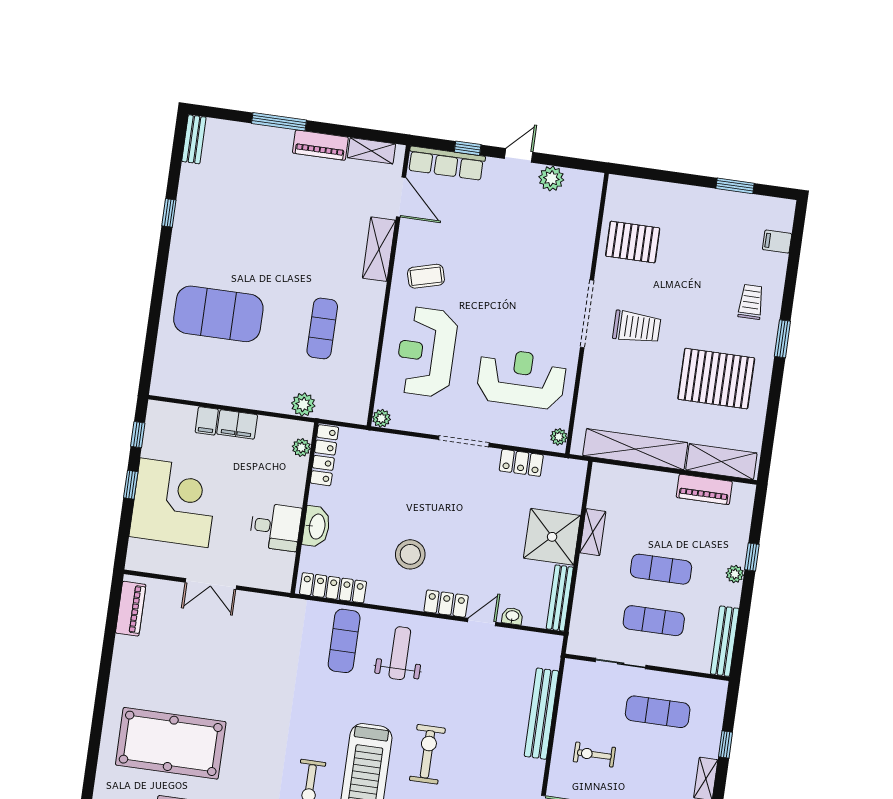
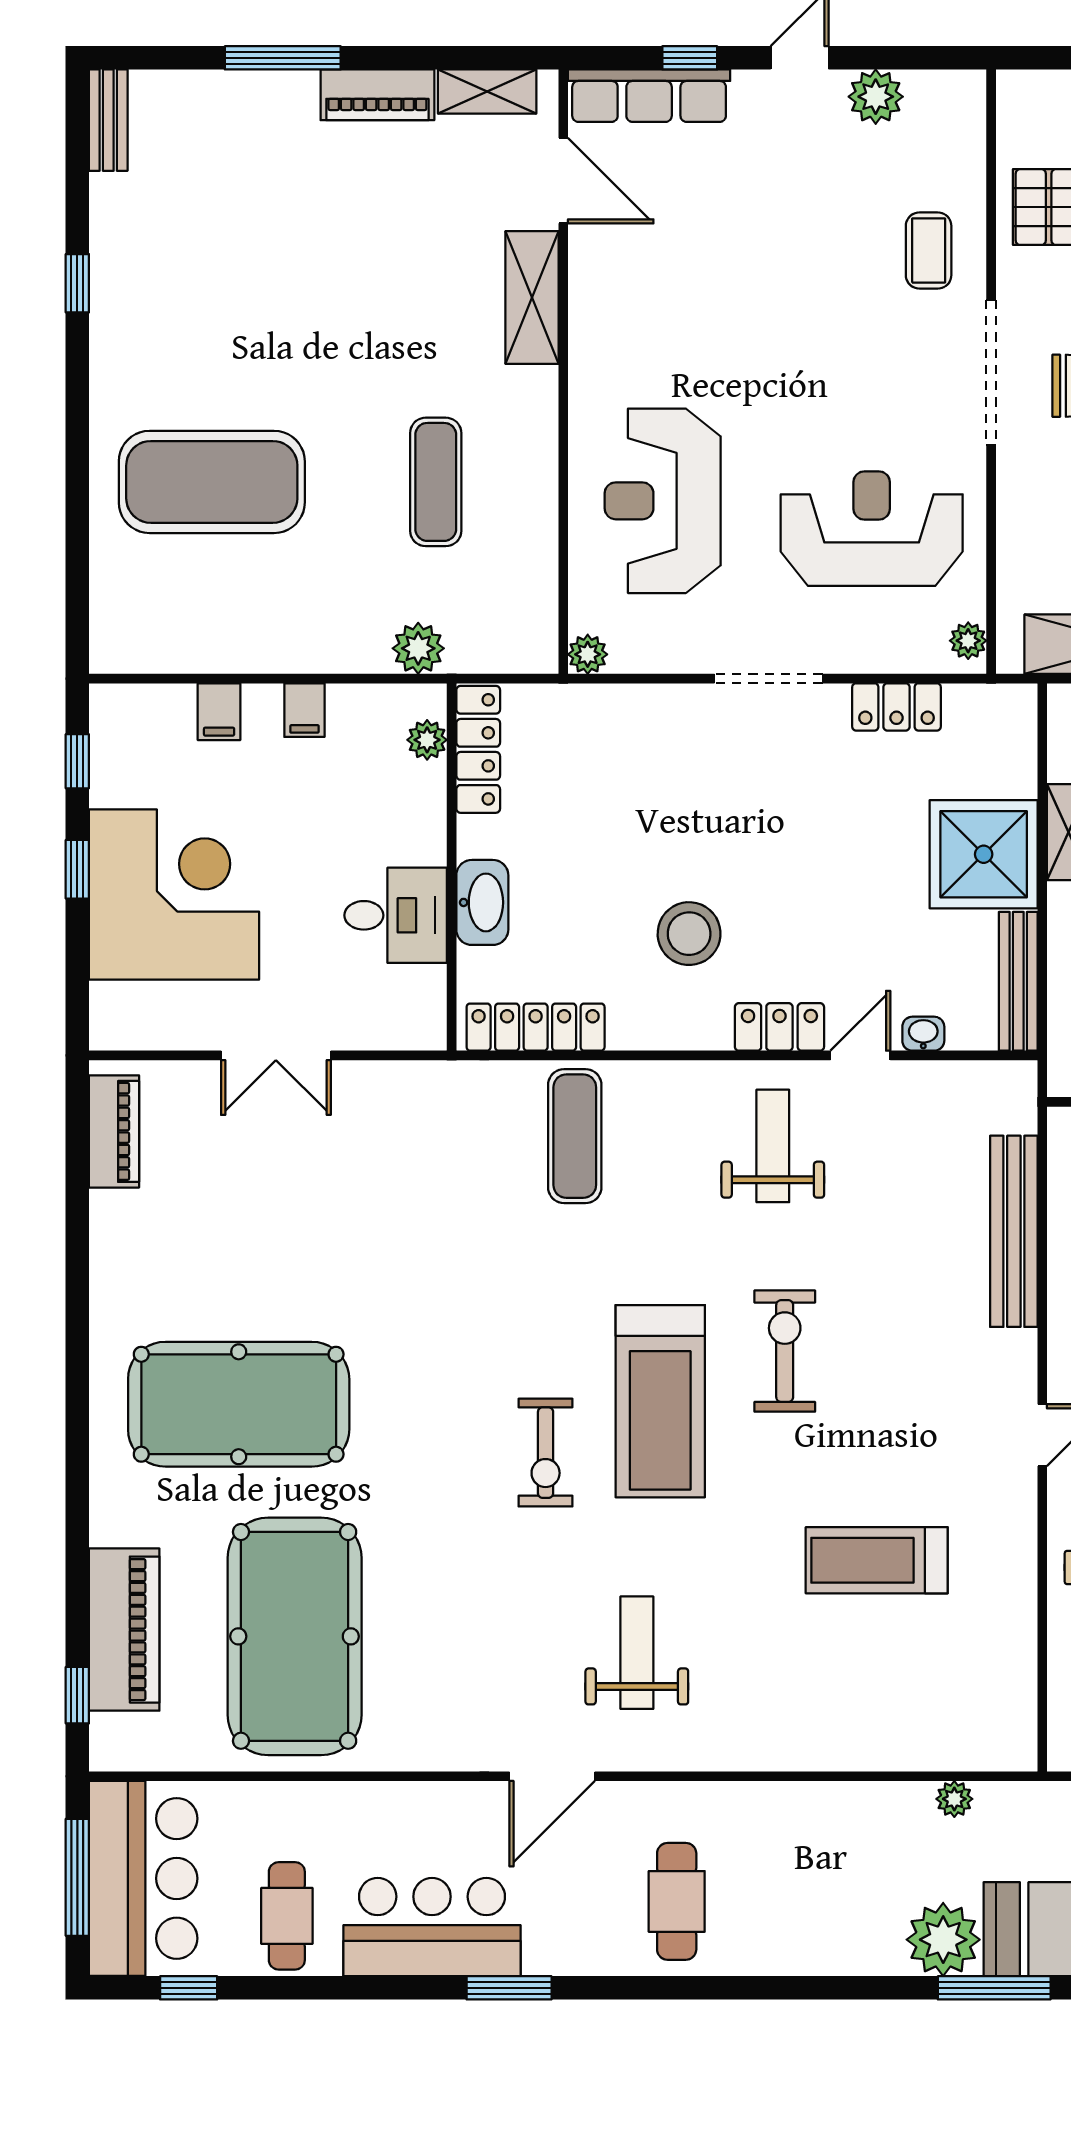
coffee table: (426, 276) -> (929, 251), moved, turned -75
filing cabinet: (237, 424) -> (304, 710), width x0.50
weight bench: (400, 653) -> (773, 1146), moved

